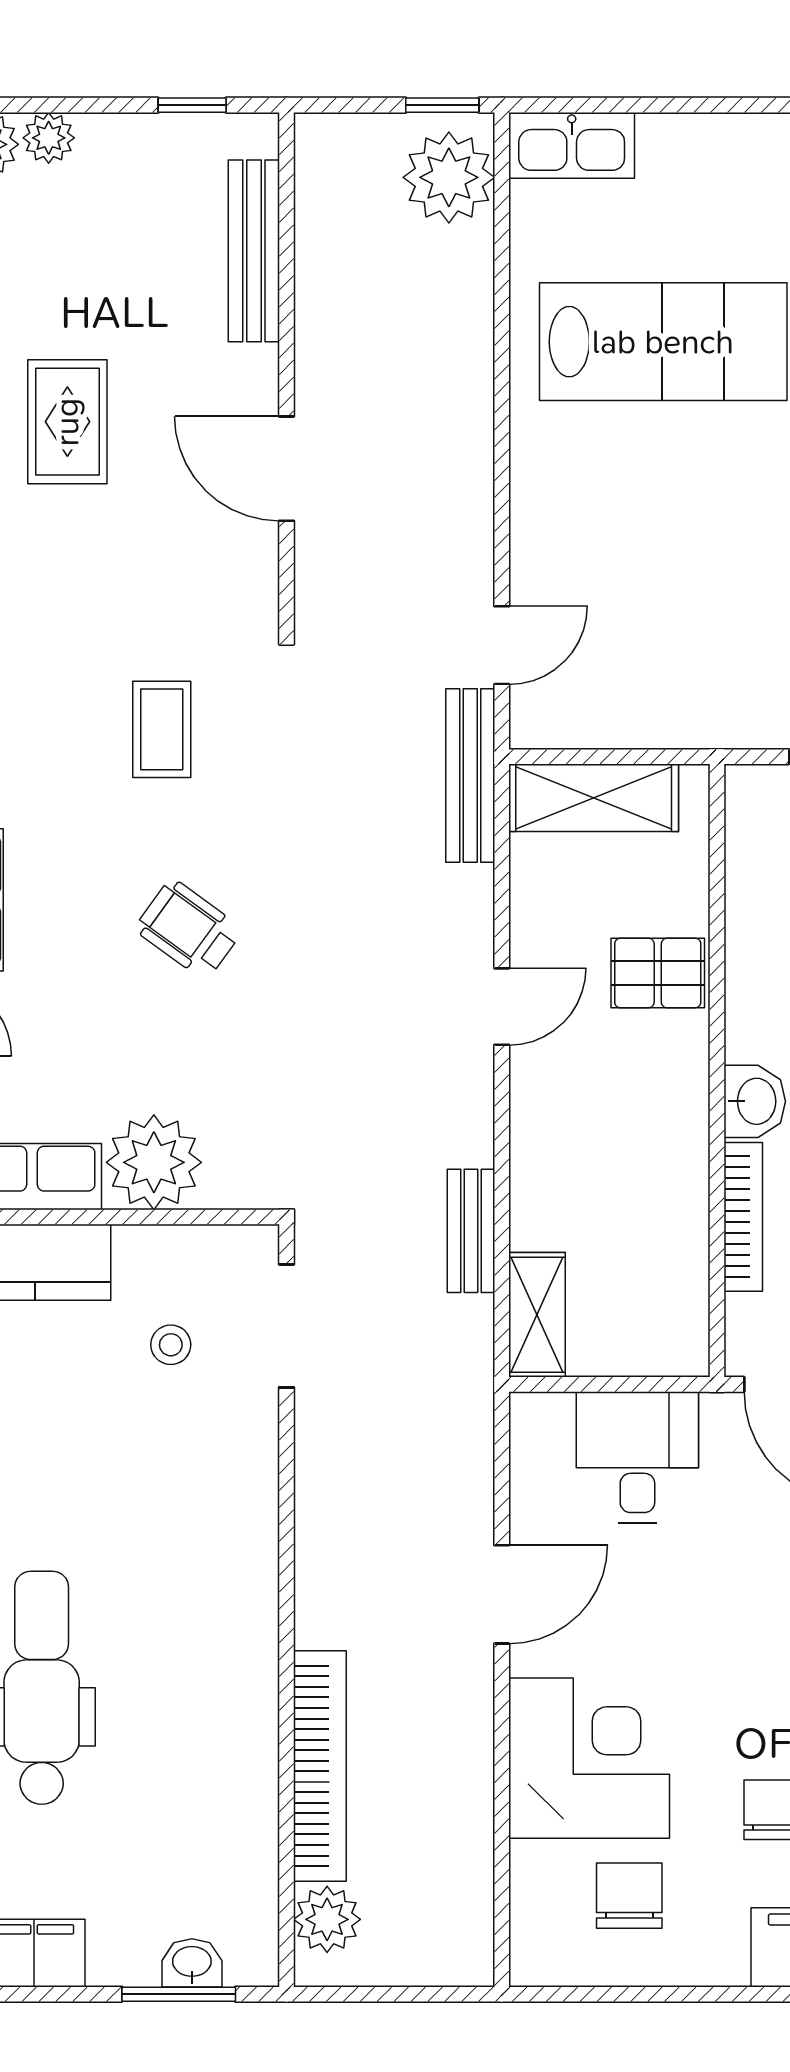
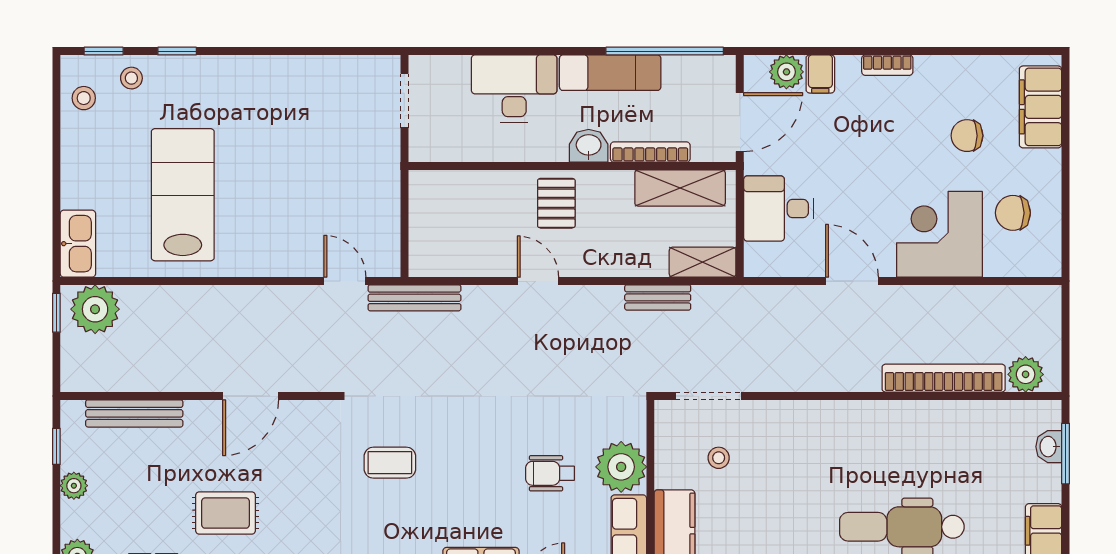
plant: (49, 138) -> (74, 486), moved
shelving: (594, 798) -> (680, 188), moved, turned 90
wheelchair: (189, 929) -> (550, 473), moved, turned 54
pallet: (658, 973) -> (556, 203), moved

